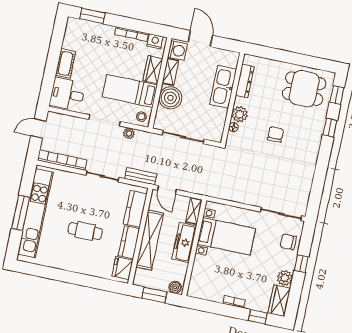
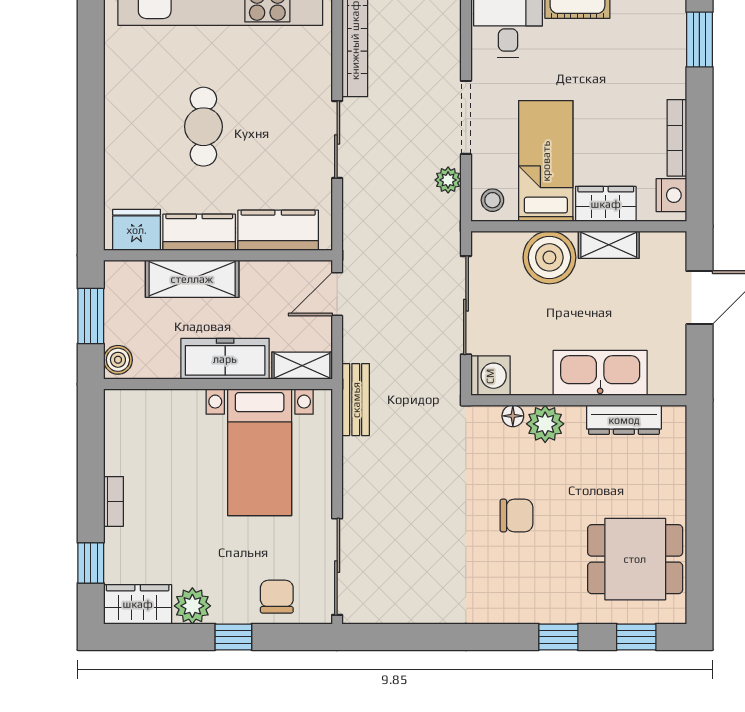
washing machine: (177, 50) -> (490, 376), moved, turned -90
dining table: (304, 89) -> (635, 559), turned 90
bench: (141, 176) -> (356, 400), moved
shelving: (150, 240) -> (192, 279), width x0.68

